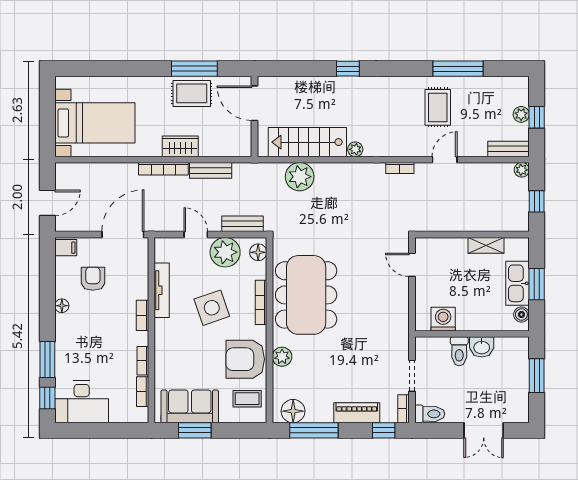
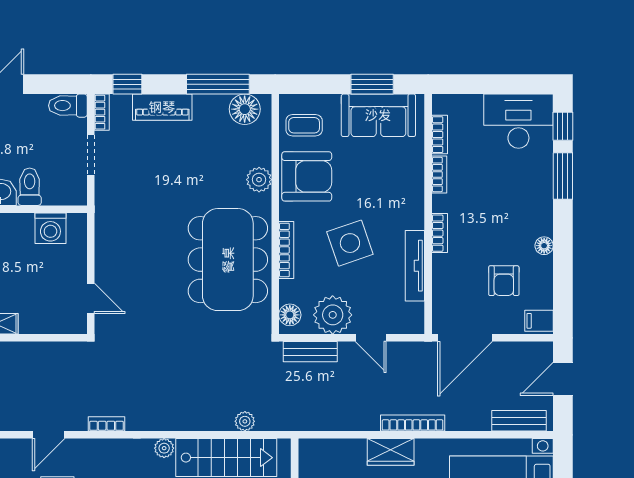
bench: (211, 170) -> (519, 421), moved
plant: (300, 177) -> (245, 421), width x0.53, depth x0.53

